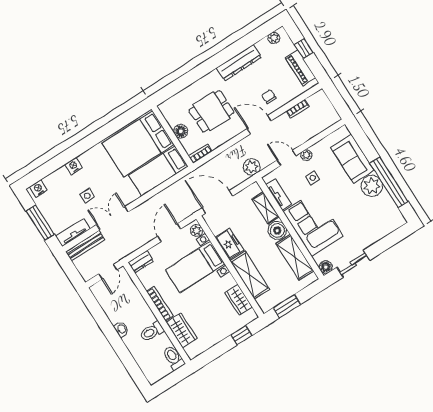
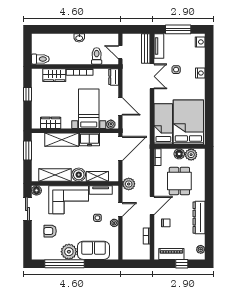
plant: (173, 117) -> (191, 155), added
armchair: (362, 222) -> (50, 231), added
toilet: (152, 331) -> (97, 56), moved
window: (241, 335) -> (27, 94), moved

